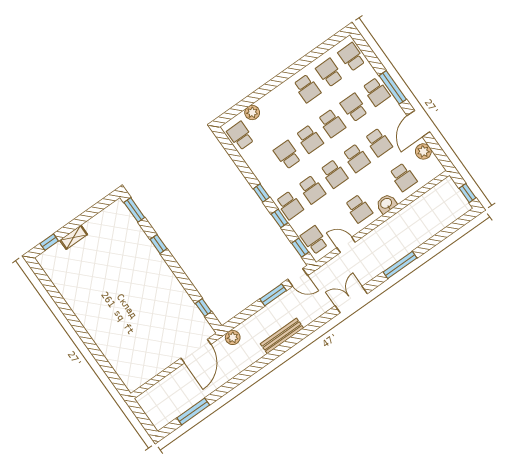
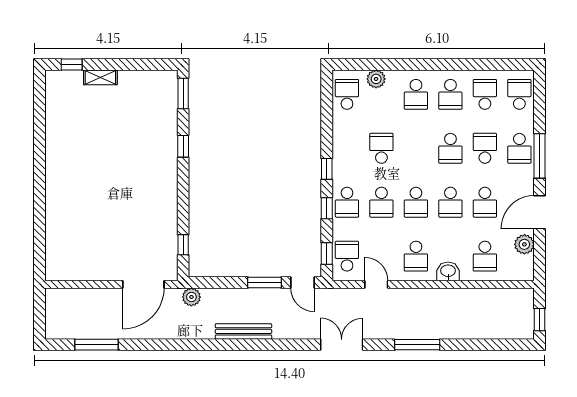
school desk: (310, 139) -> (416, 94), moved

